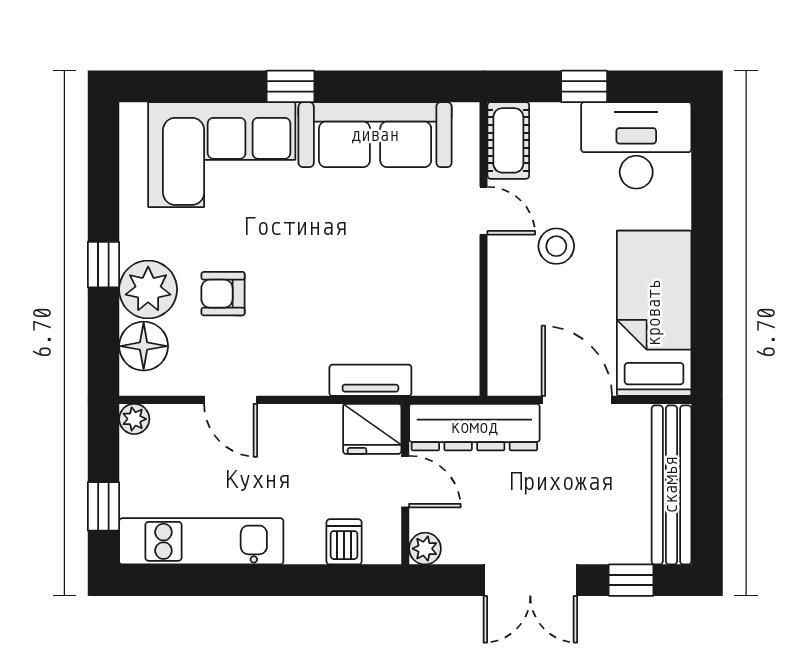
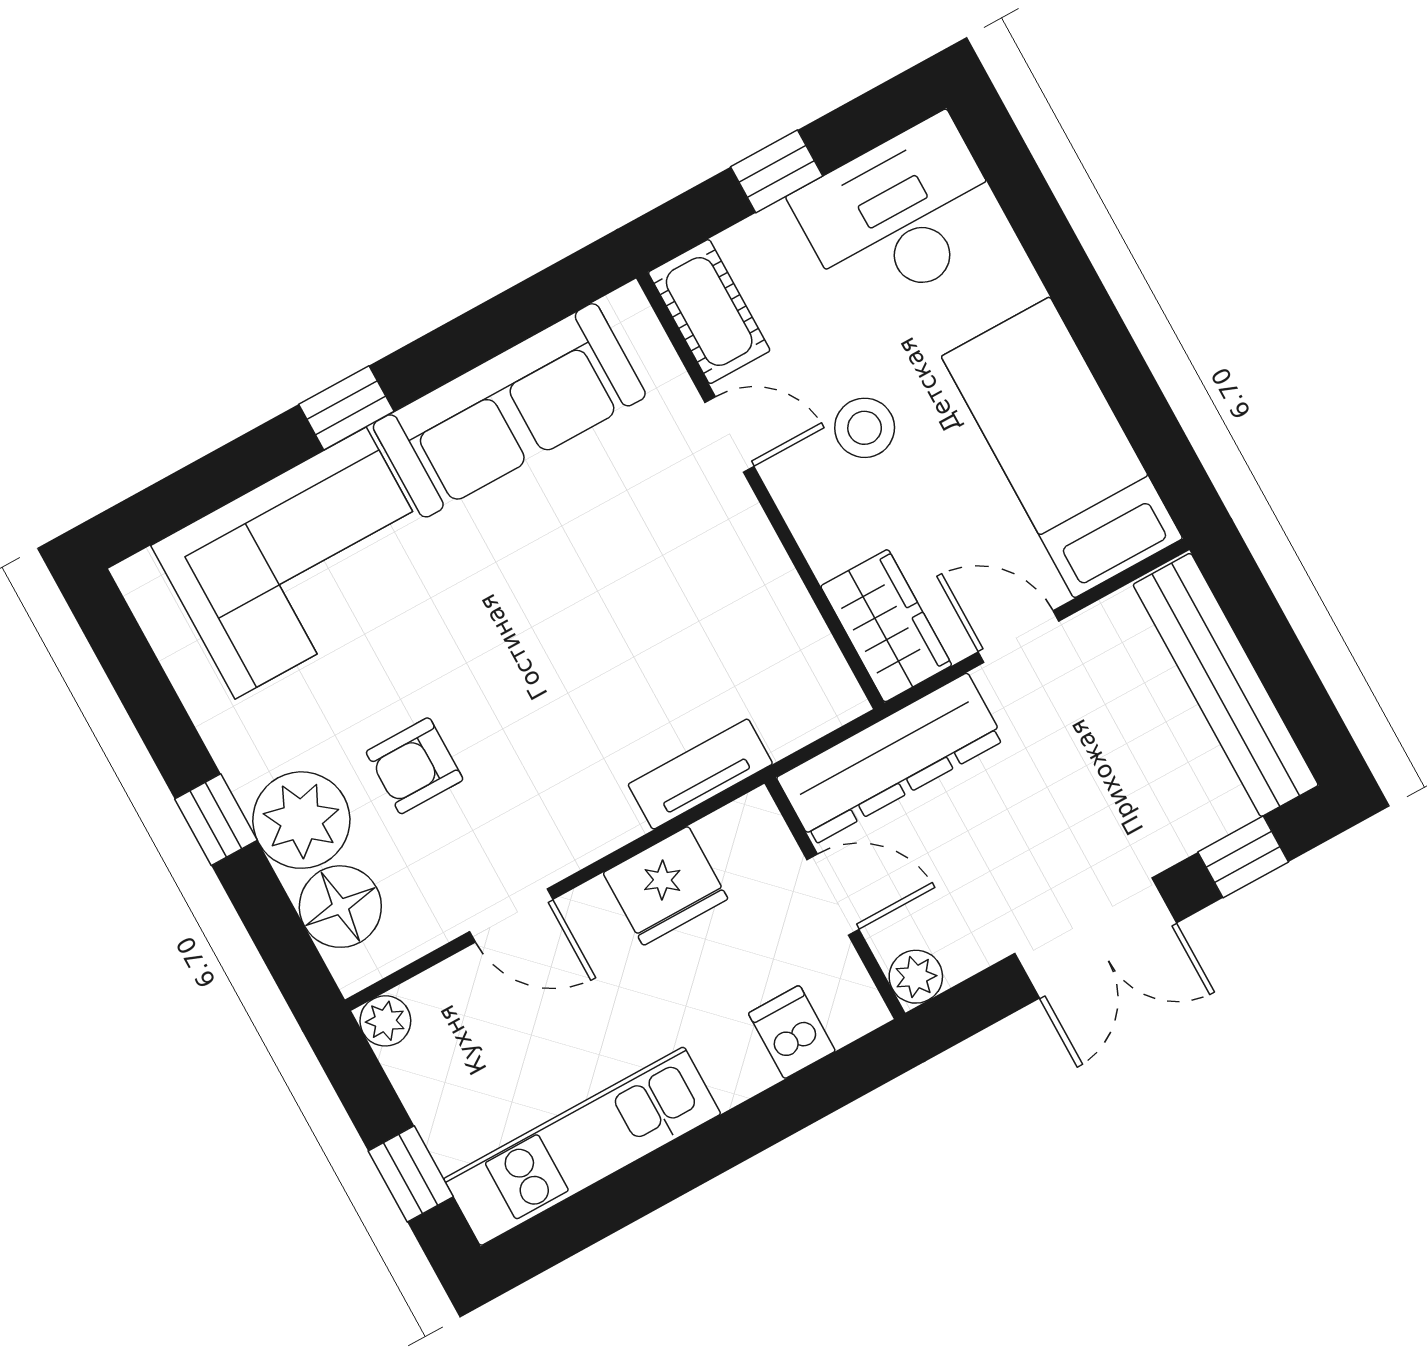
wardrobe: (511, 356) -> (886, 626), added
door: (577, 400) -> (1019, 637), width x0.73
fridge: (372, 429) -> (666, 886), moved

